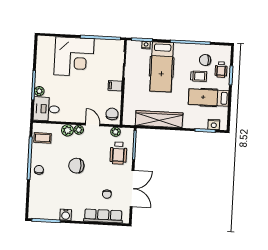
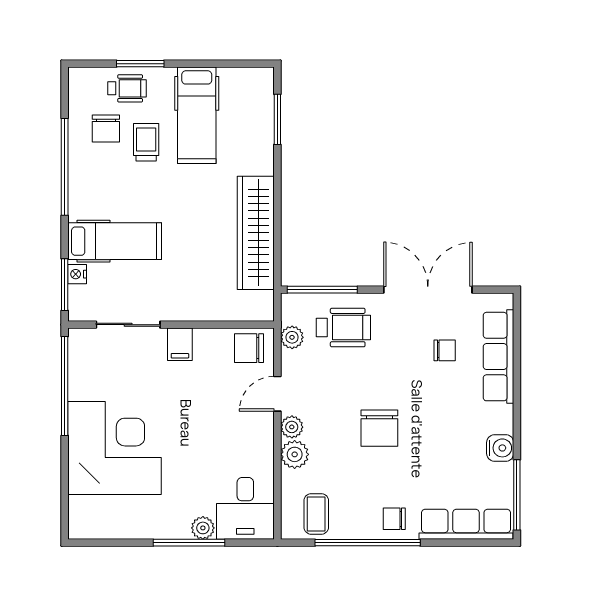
hospital bed: (162, 67) -> (115, 241), width x0.73, depth x0.78
nightstand: (214, 124) -> (262, 99), removed
row of seats: (35, 199) -> (466, 524), added

